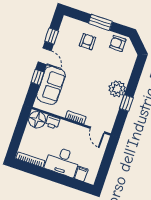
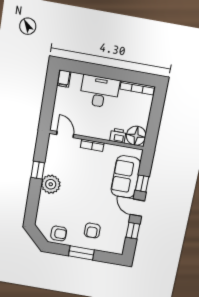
filing cabinet: (81, 174) -> (64, 79), moved

